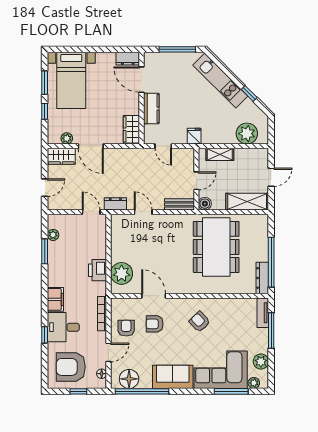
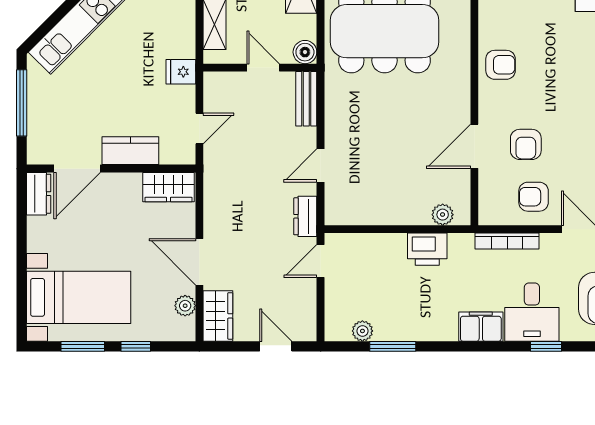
door: (91, 146) -> (199, 262), swing flipped
plant: (122, 273) -> (443, 215), width x0.53, depth x0.53
armchair: (200, 322) -> (501, 65), moved, turned -136

